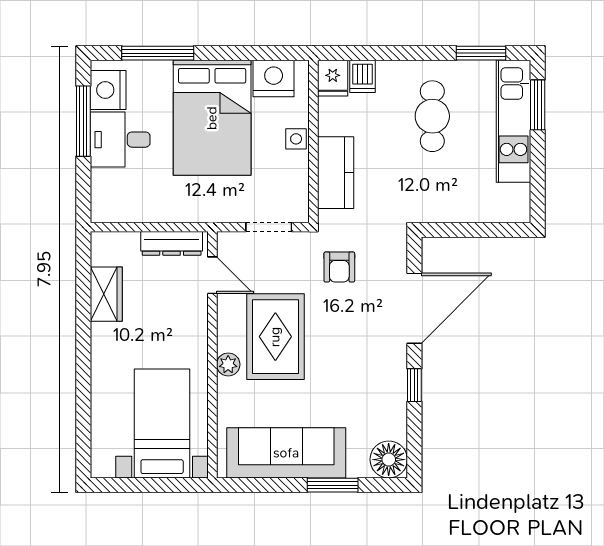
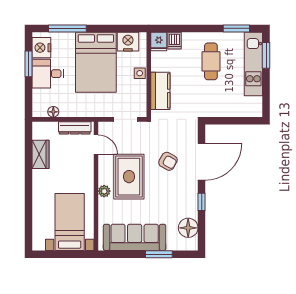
window: (83, 121) -> (29, 64), width x0.69
floor lamp: (131, 213) -> (53, 112), added
armchair: (339, 267) -> (168, 161), moved, turned -61
floor lamp: (389, 460) -> (188, 228), moved

